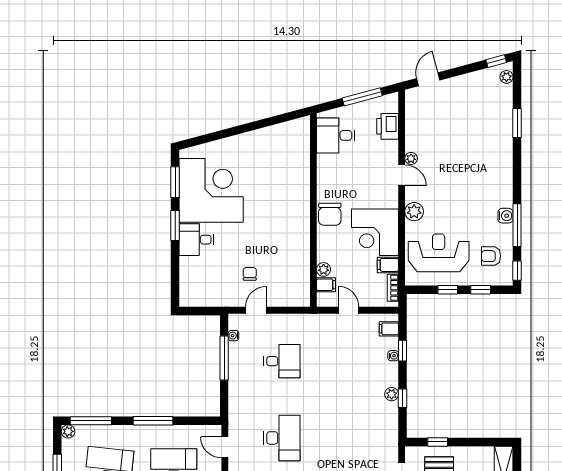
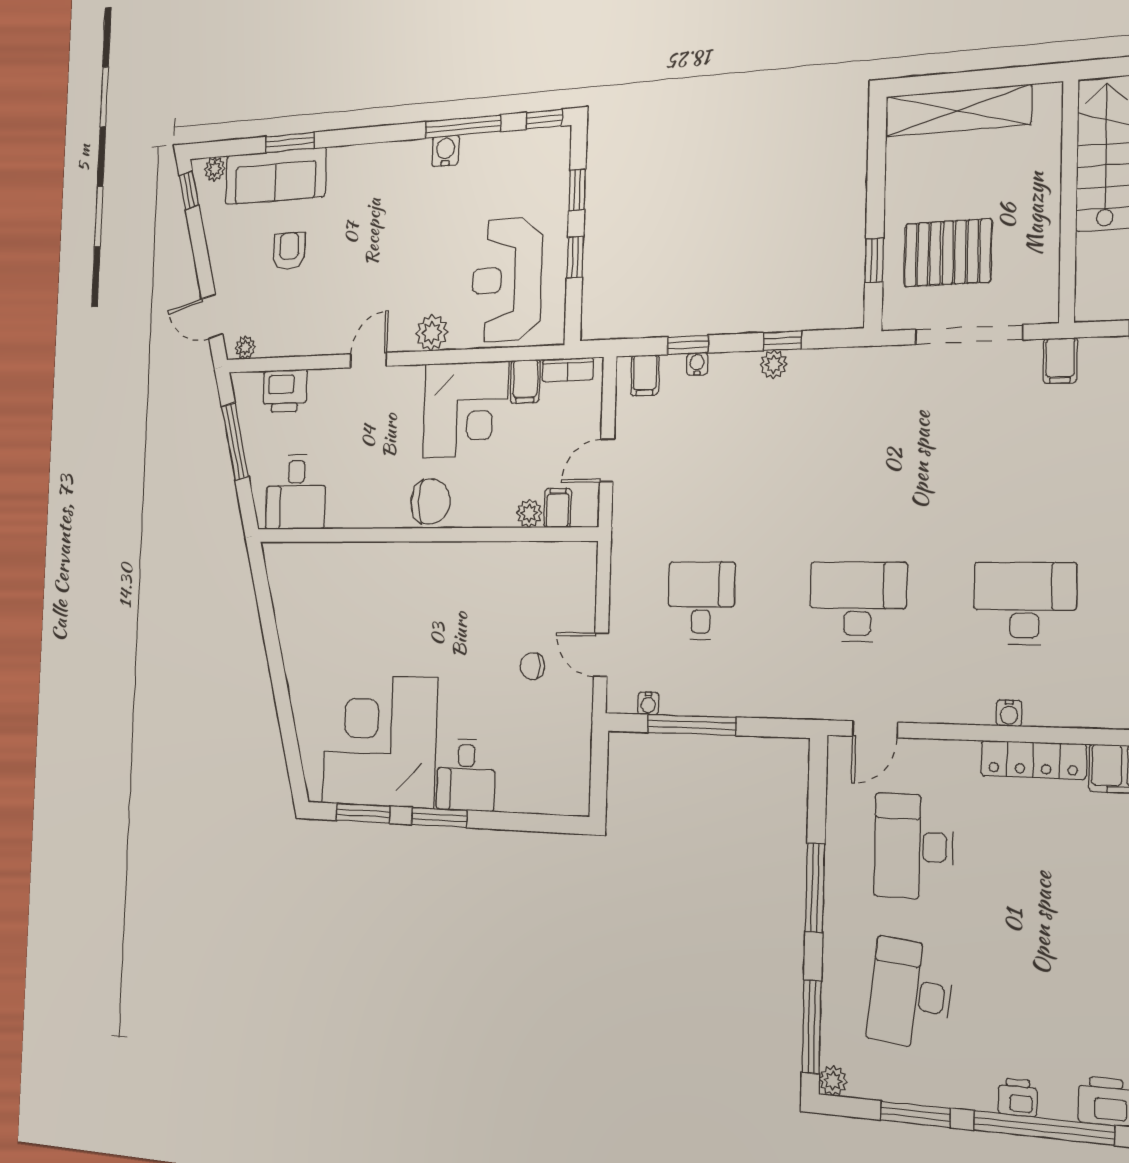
sofa: (500, 115) -> (275, 176), added
plant: (411, 158) -> (245, 347), moved
armchair: (491, 256) -> (289, 251), moved, turned 180

